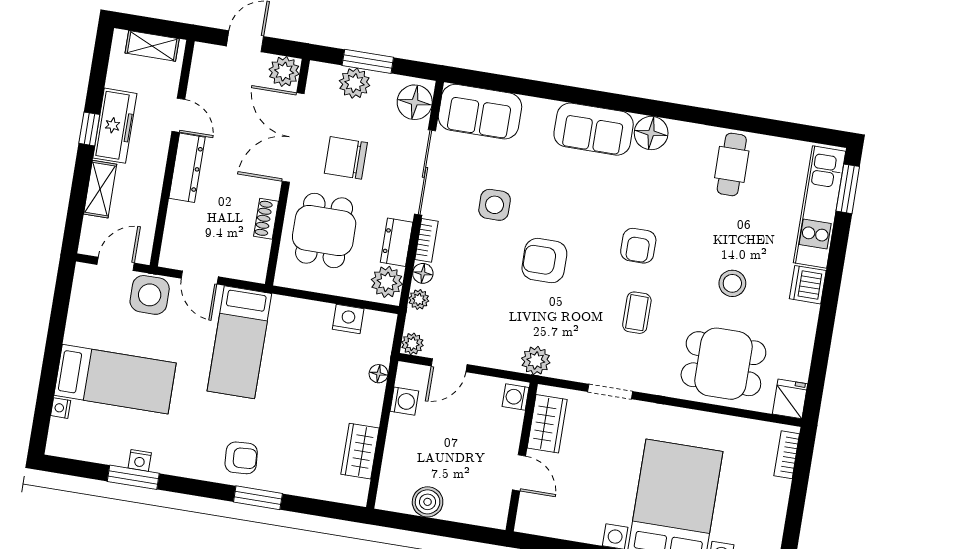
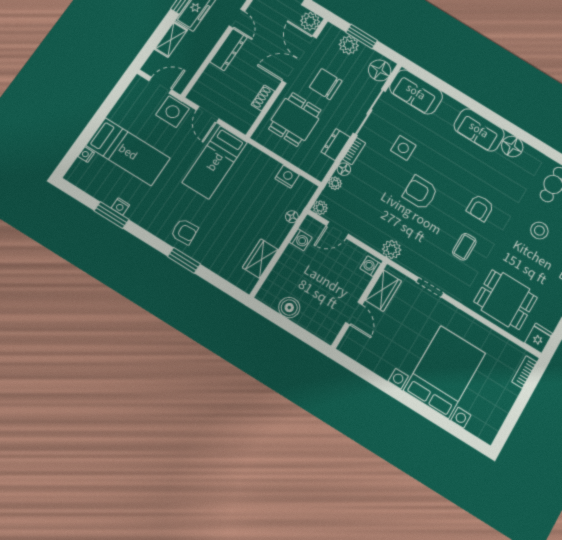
plant: (387, 282) -> (320, 165), removed
stool: (732, 283) -> (539, 231), moved

